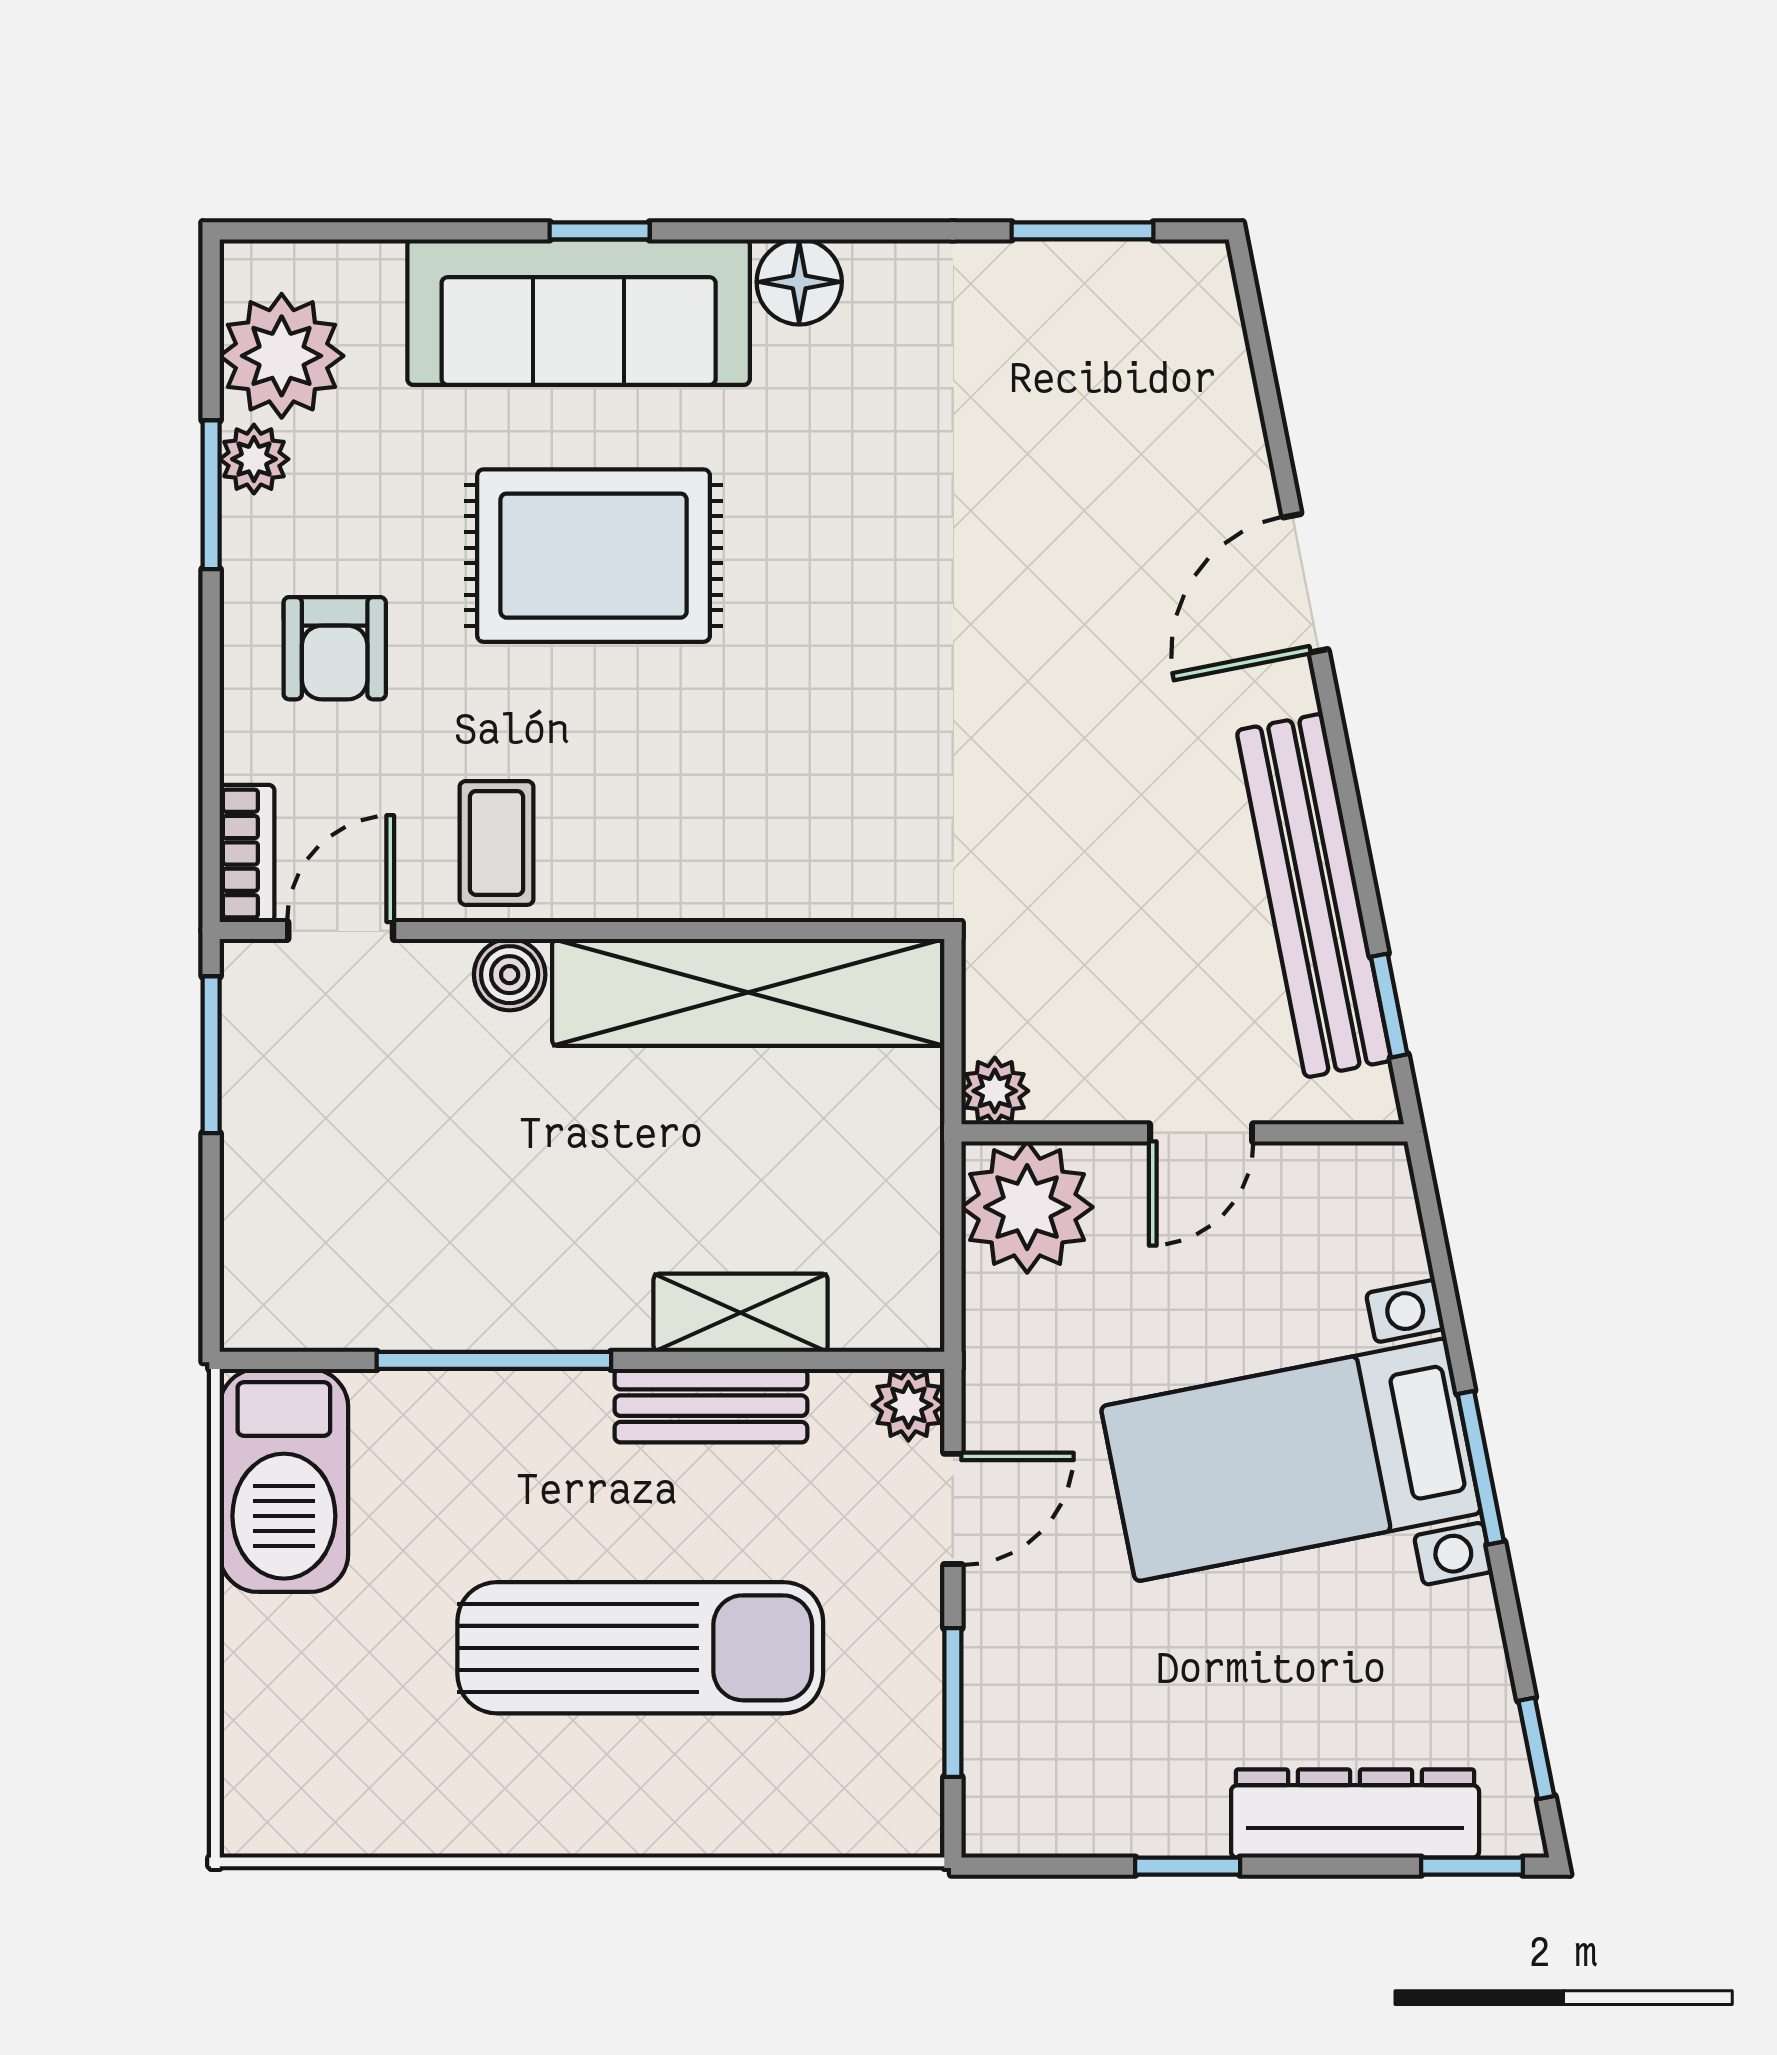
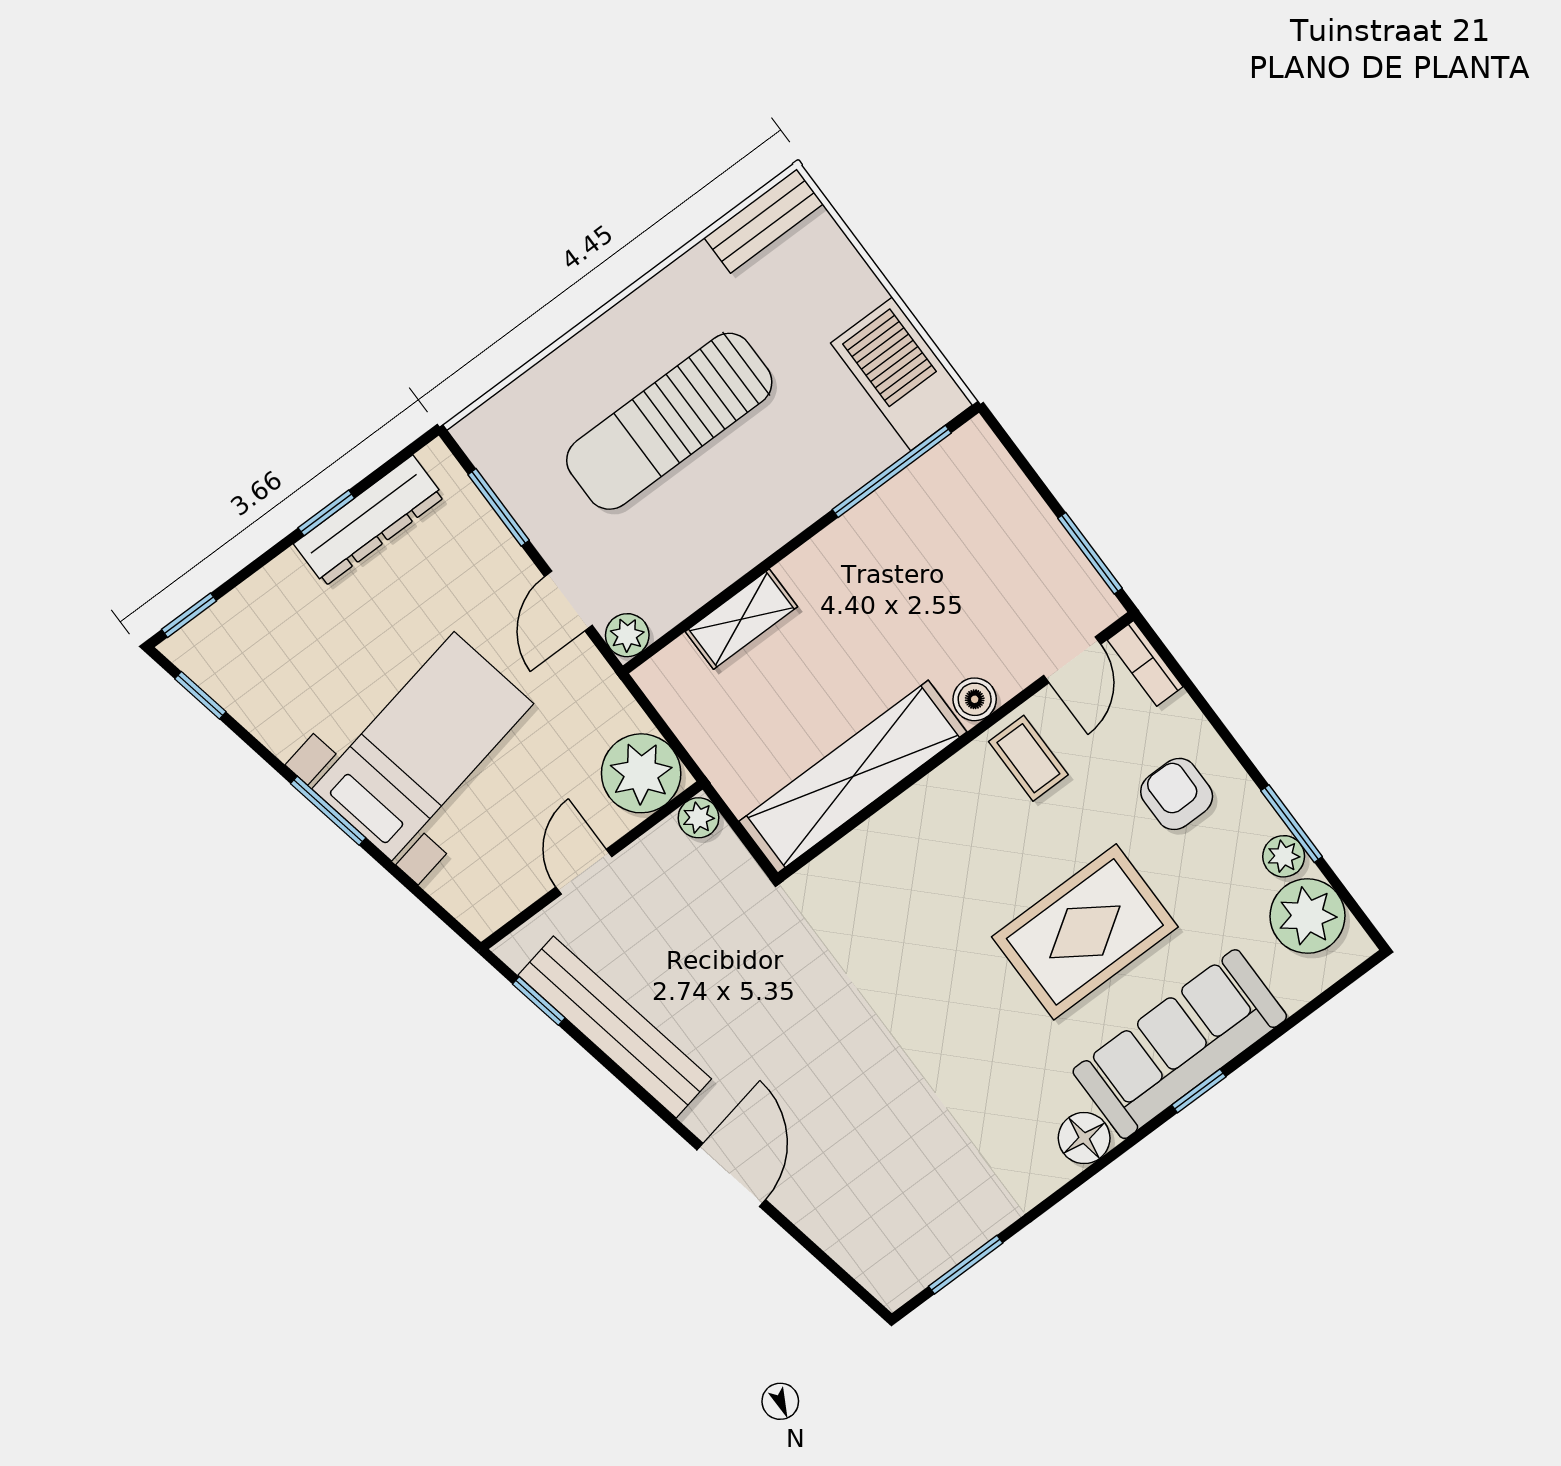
window: (494, 1360) -> (892, 471), moved
bench: (711, 1406) -> (764, 221), moved
dresser: (1355, 1814) -> (369, 521), moved

